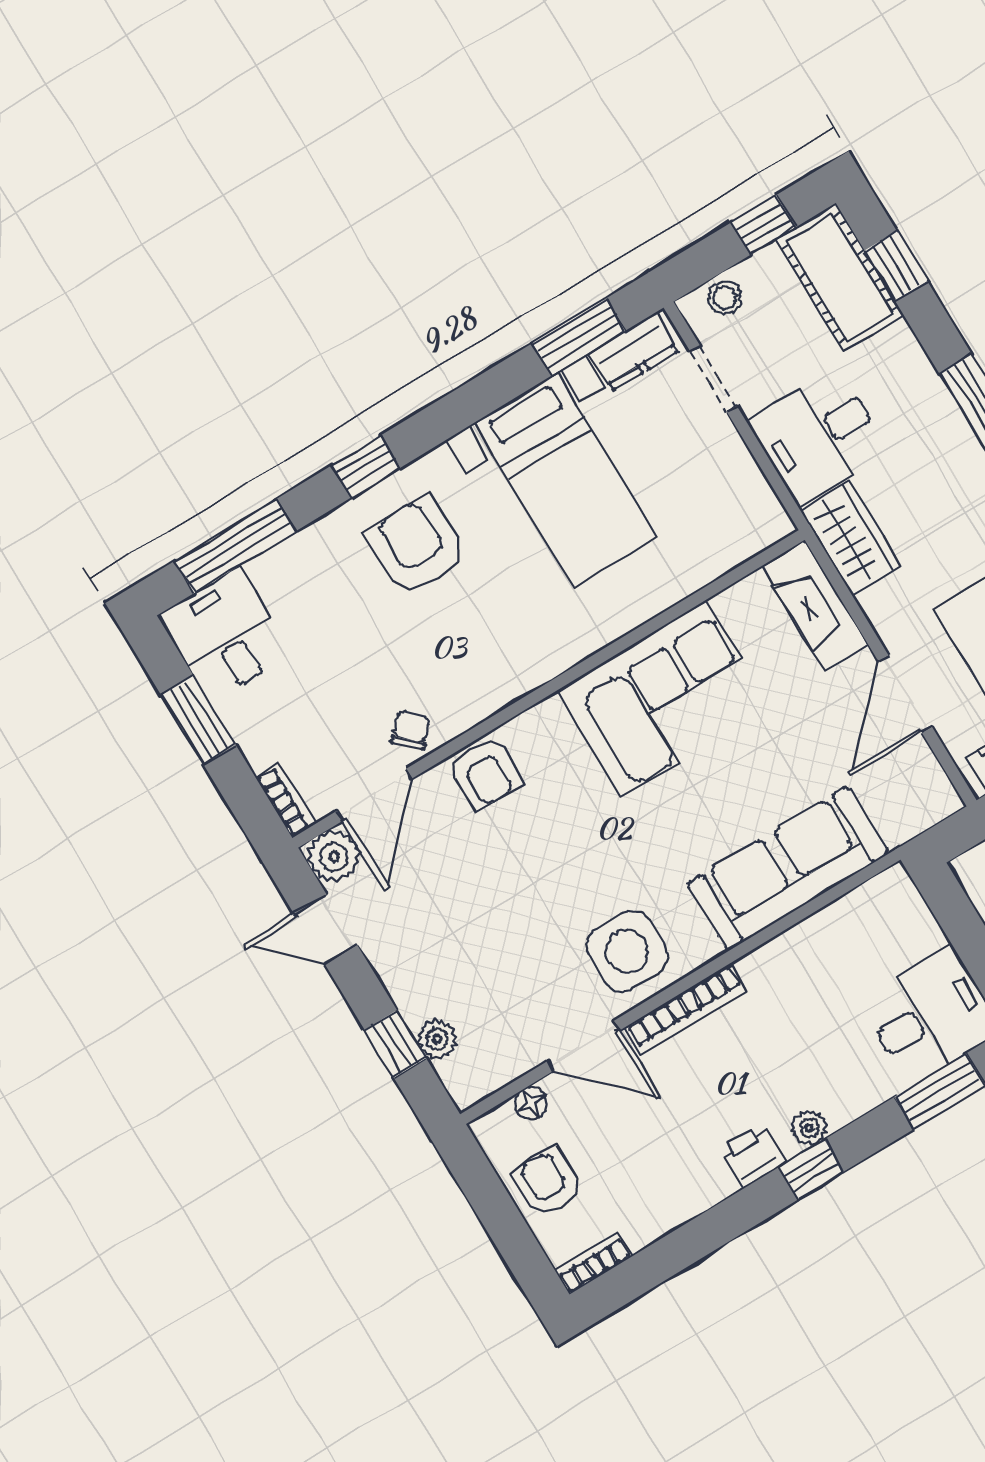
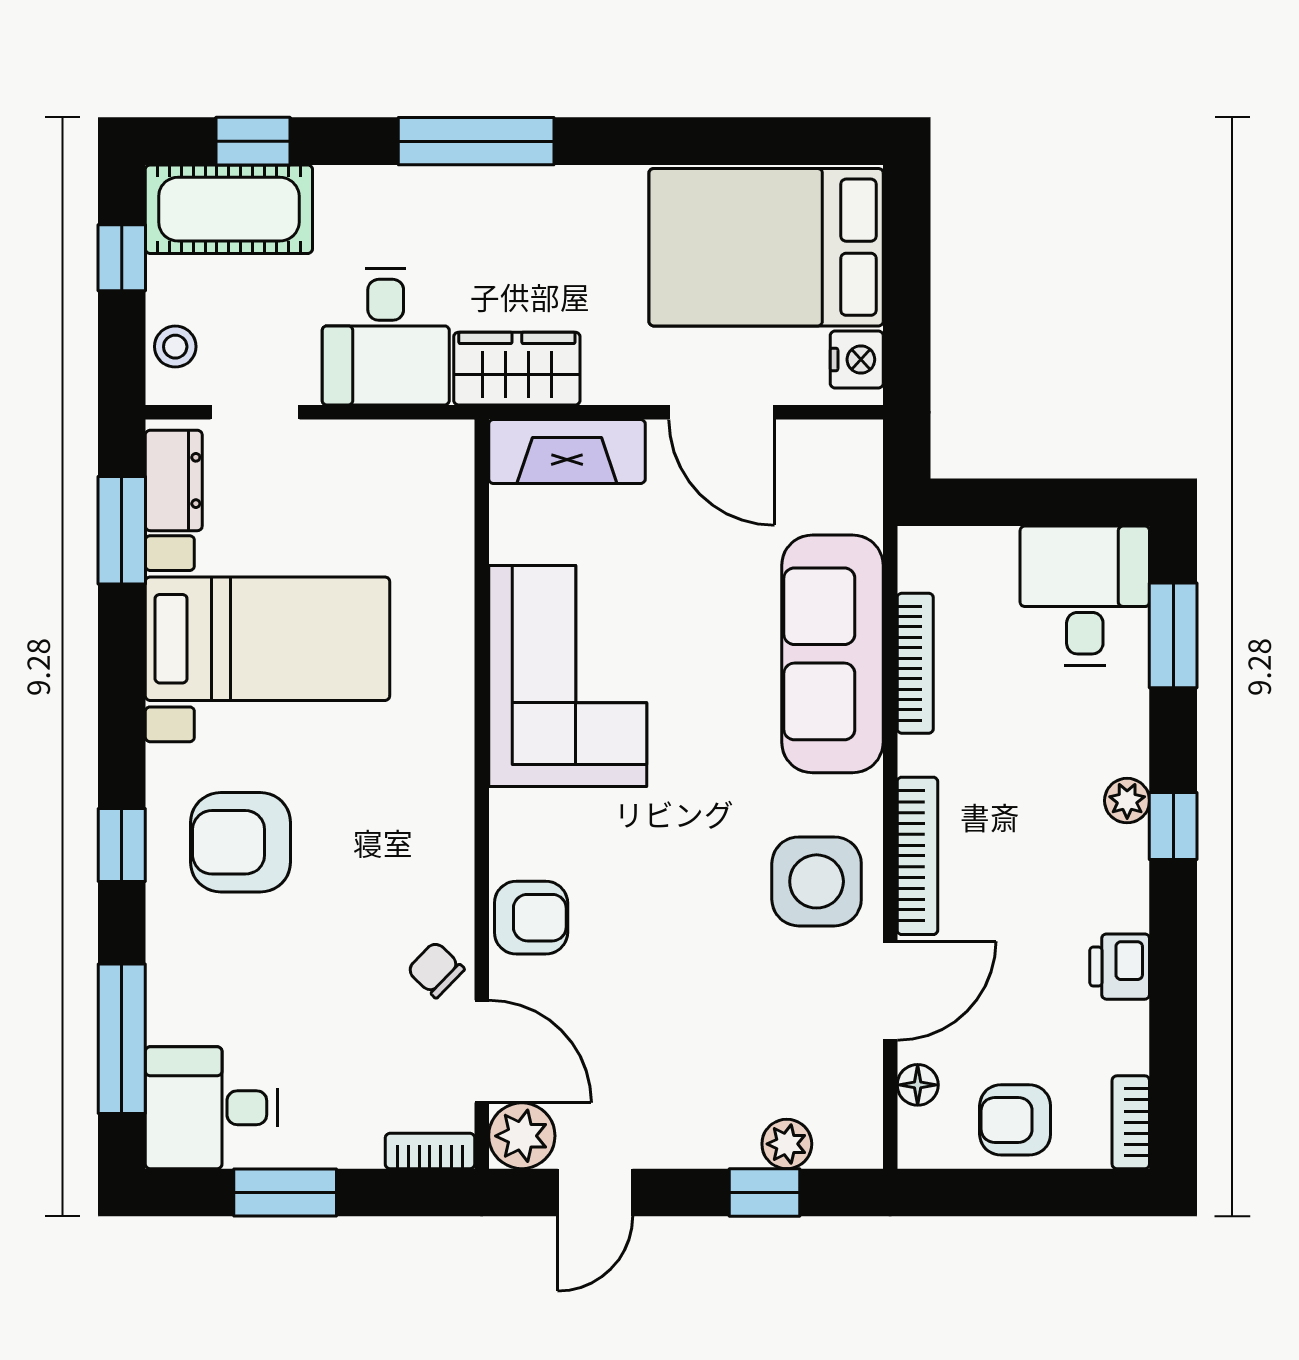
bookcase: (815, 928) -> (915, 663), added
printer: (752, 1156) -> (1120, 967), moved

